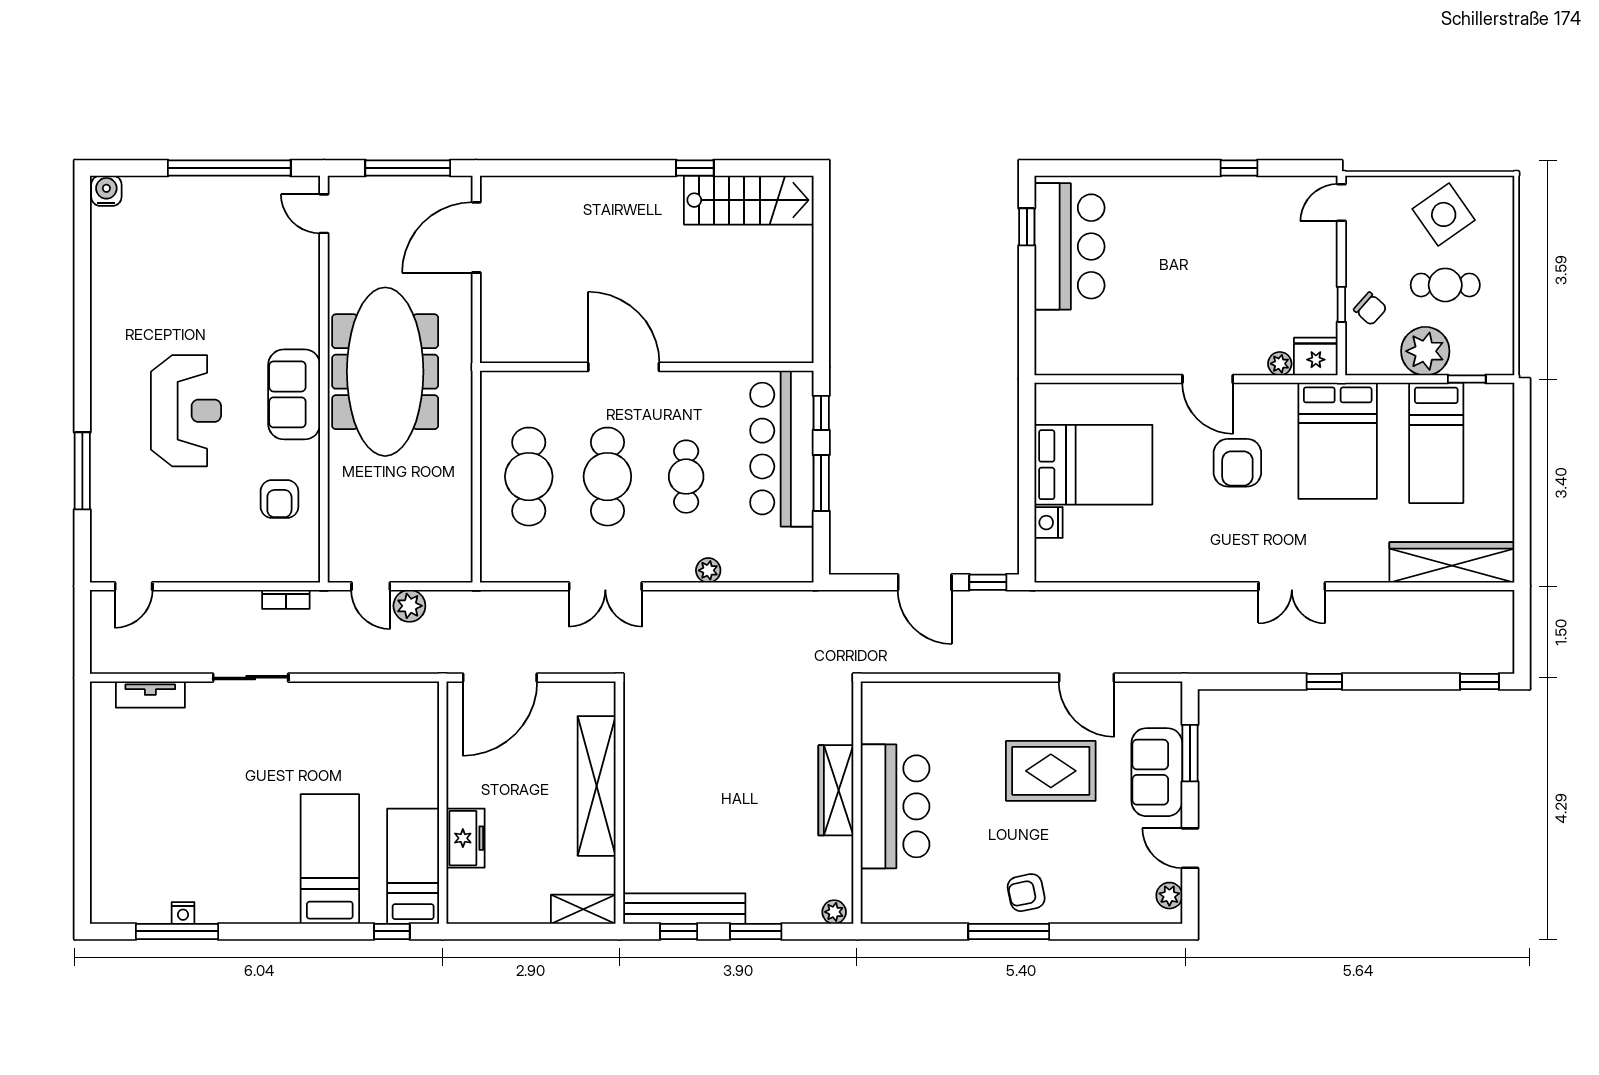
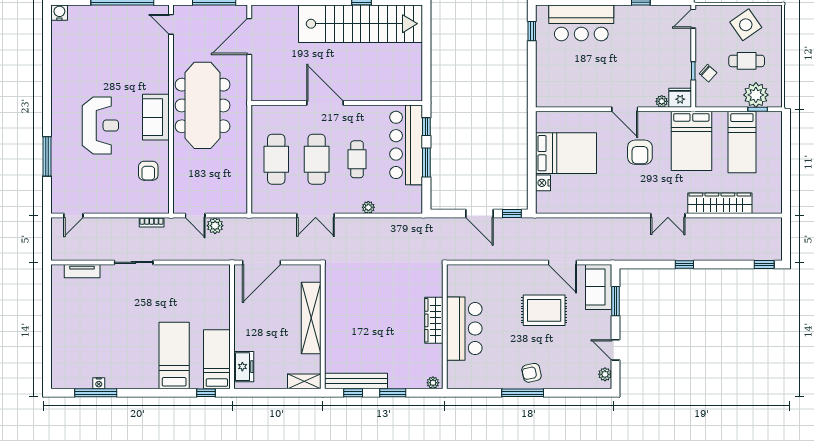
stairs: (749, 200) -> (361, 24), width x1.86, depth x1.51
bar counter: (1069, 246) -> (581, 23), moved, turned 90
plant: (1425, 351) -> (756, 95), moved
wardrobe: (1452, 562) -> (720, 203), moved
sofa: (1157, 772) -> (599, 287), moved
freezer: (466, 838) -> (244, 367), moved

